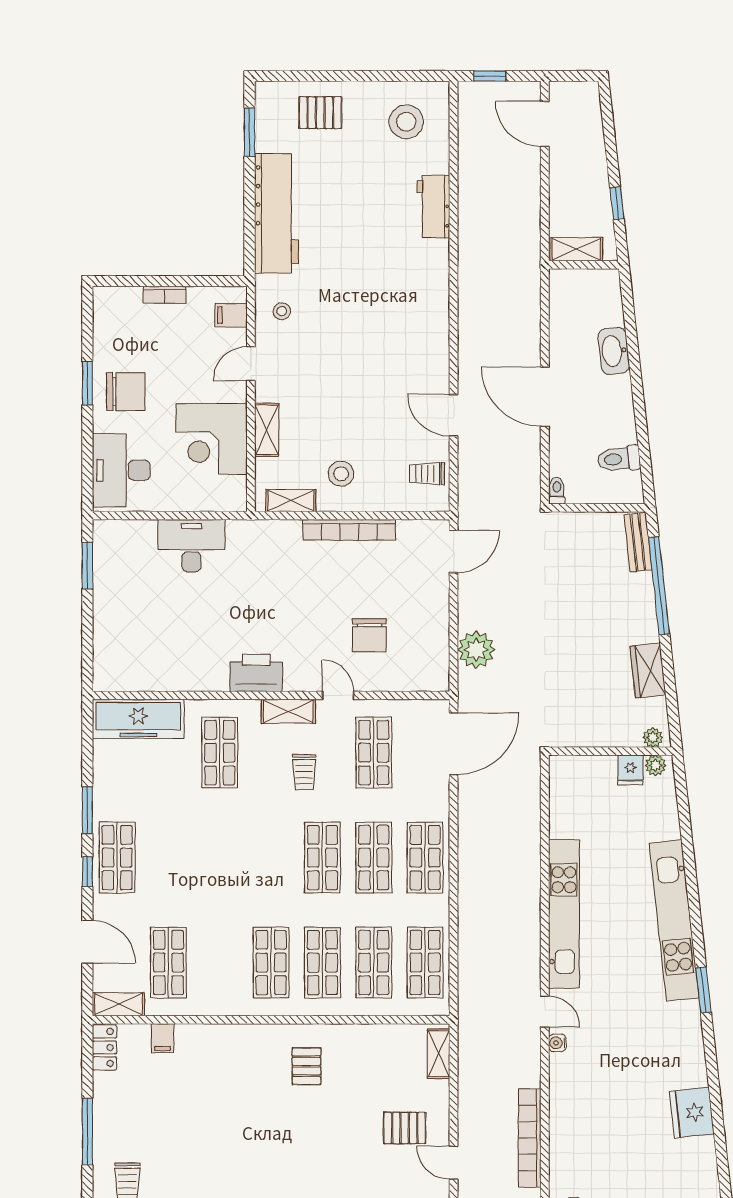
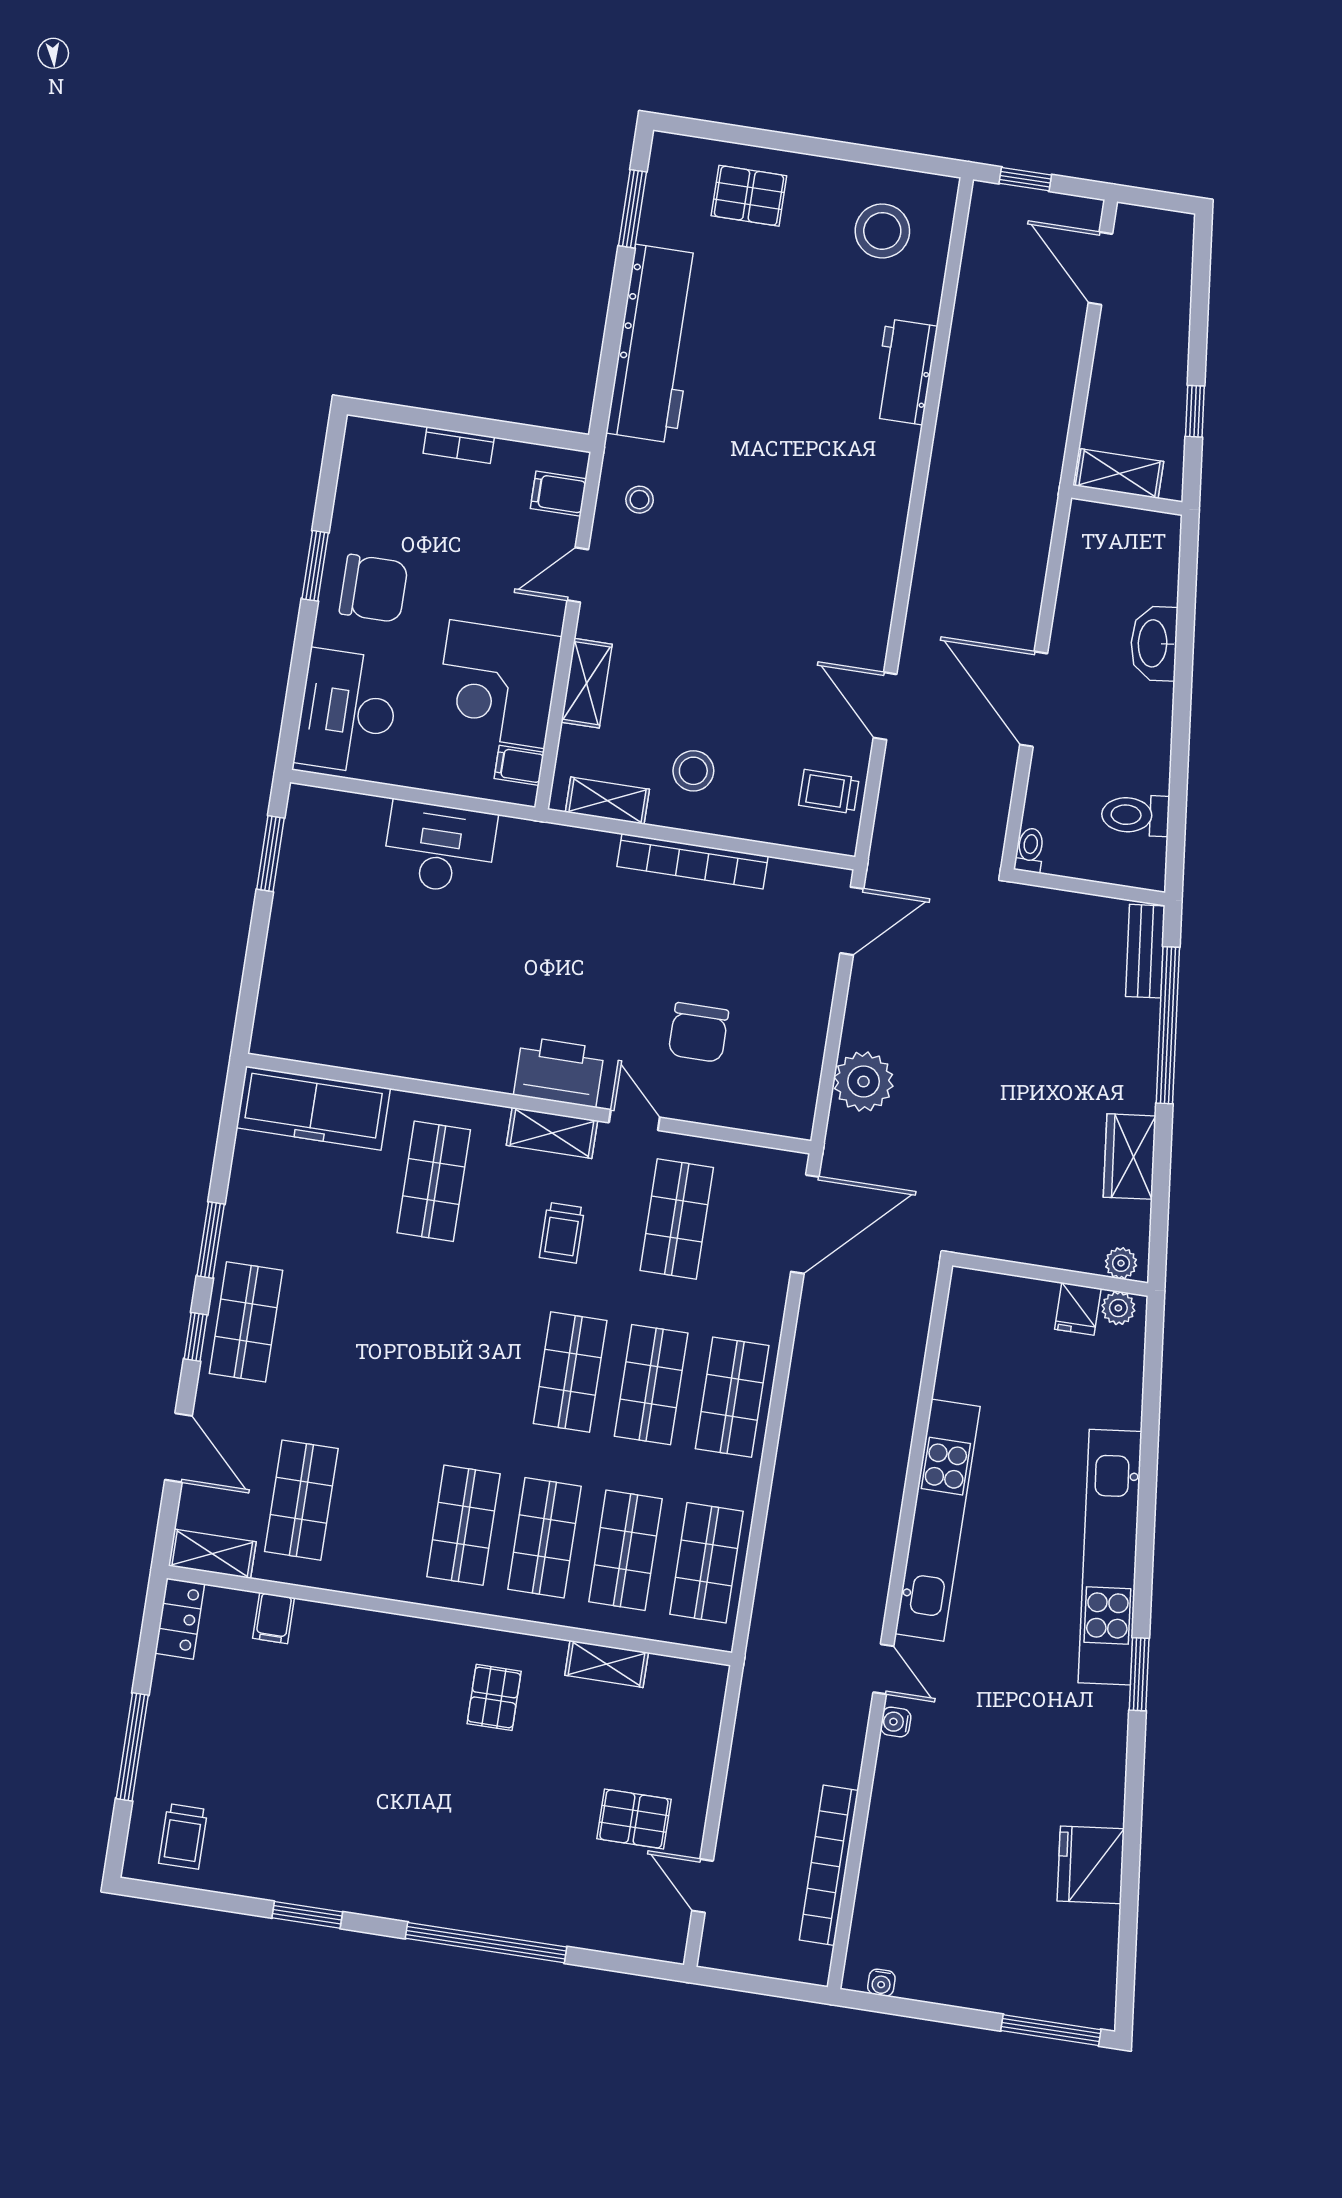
filing cabinet: (233, 487) -> (519, 765), added
printer: (256, 673) -> (559, 1072), moved
shelving: (439, 1054) -> (607, 1664), moved, turned 90

